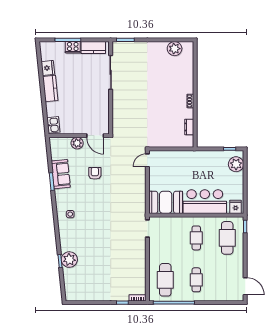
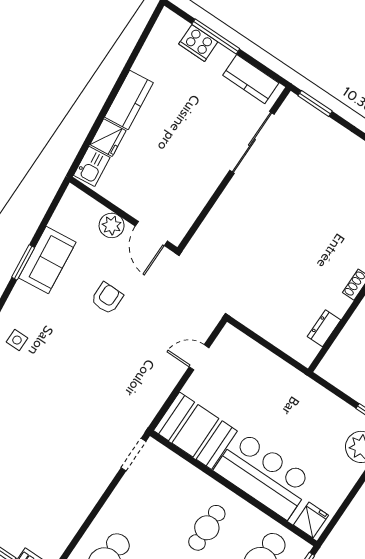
cooker: (73, 47) -> (198, 43), moved
fridge: (48, 68) -> (108, 138), moved
door: (147, 160) -> (199, 357), moved

